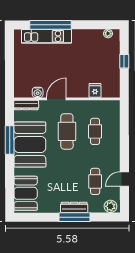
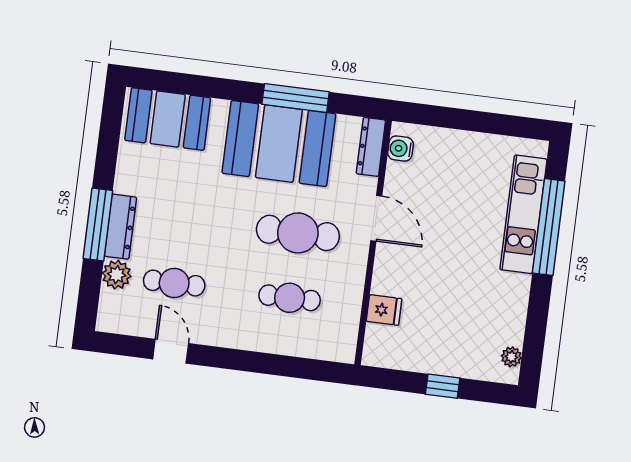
water cooler: (38, 92) -> (400, 149), moved
plant: (110, 206) -> (117, 275), moved

